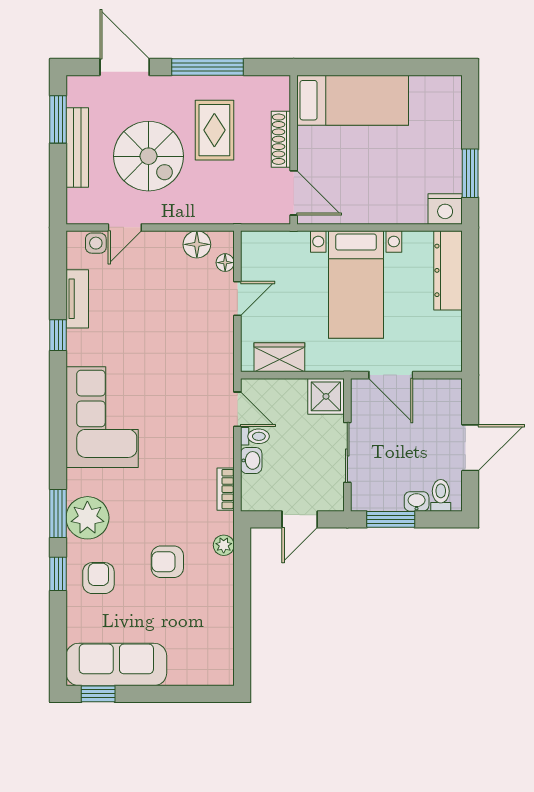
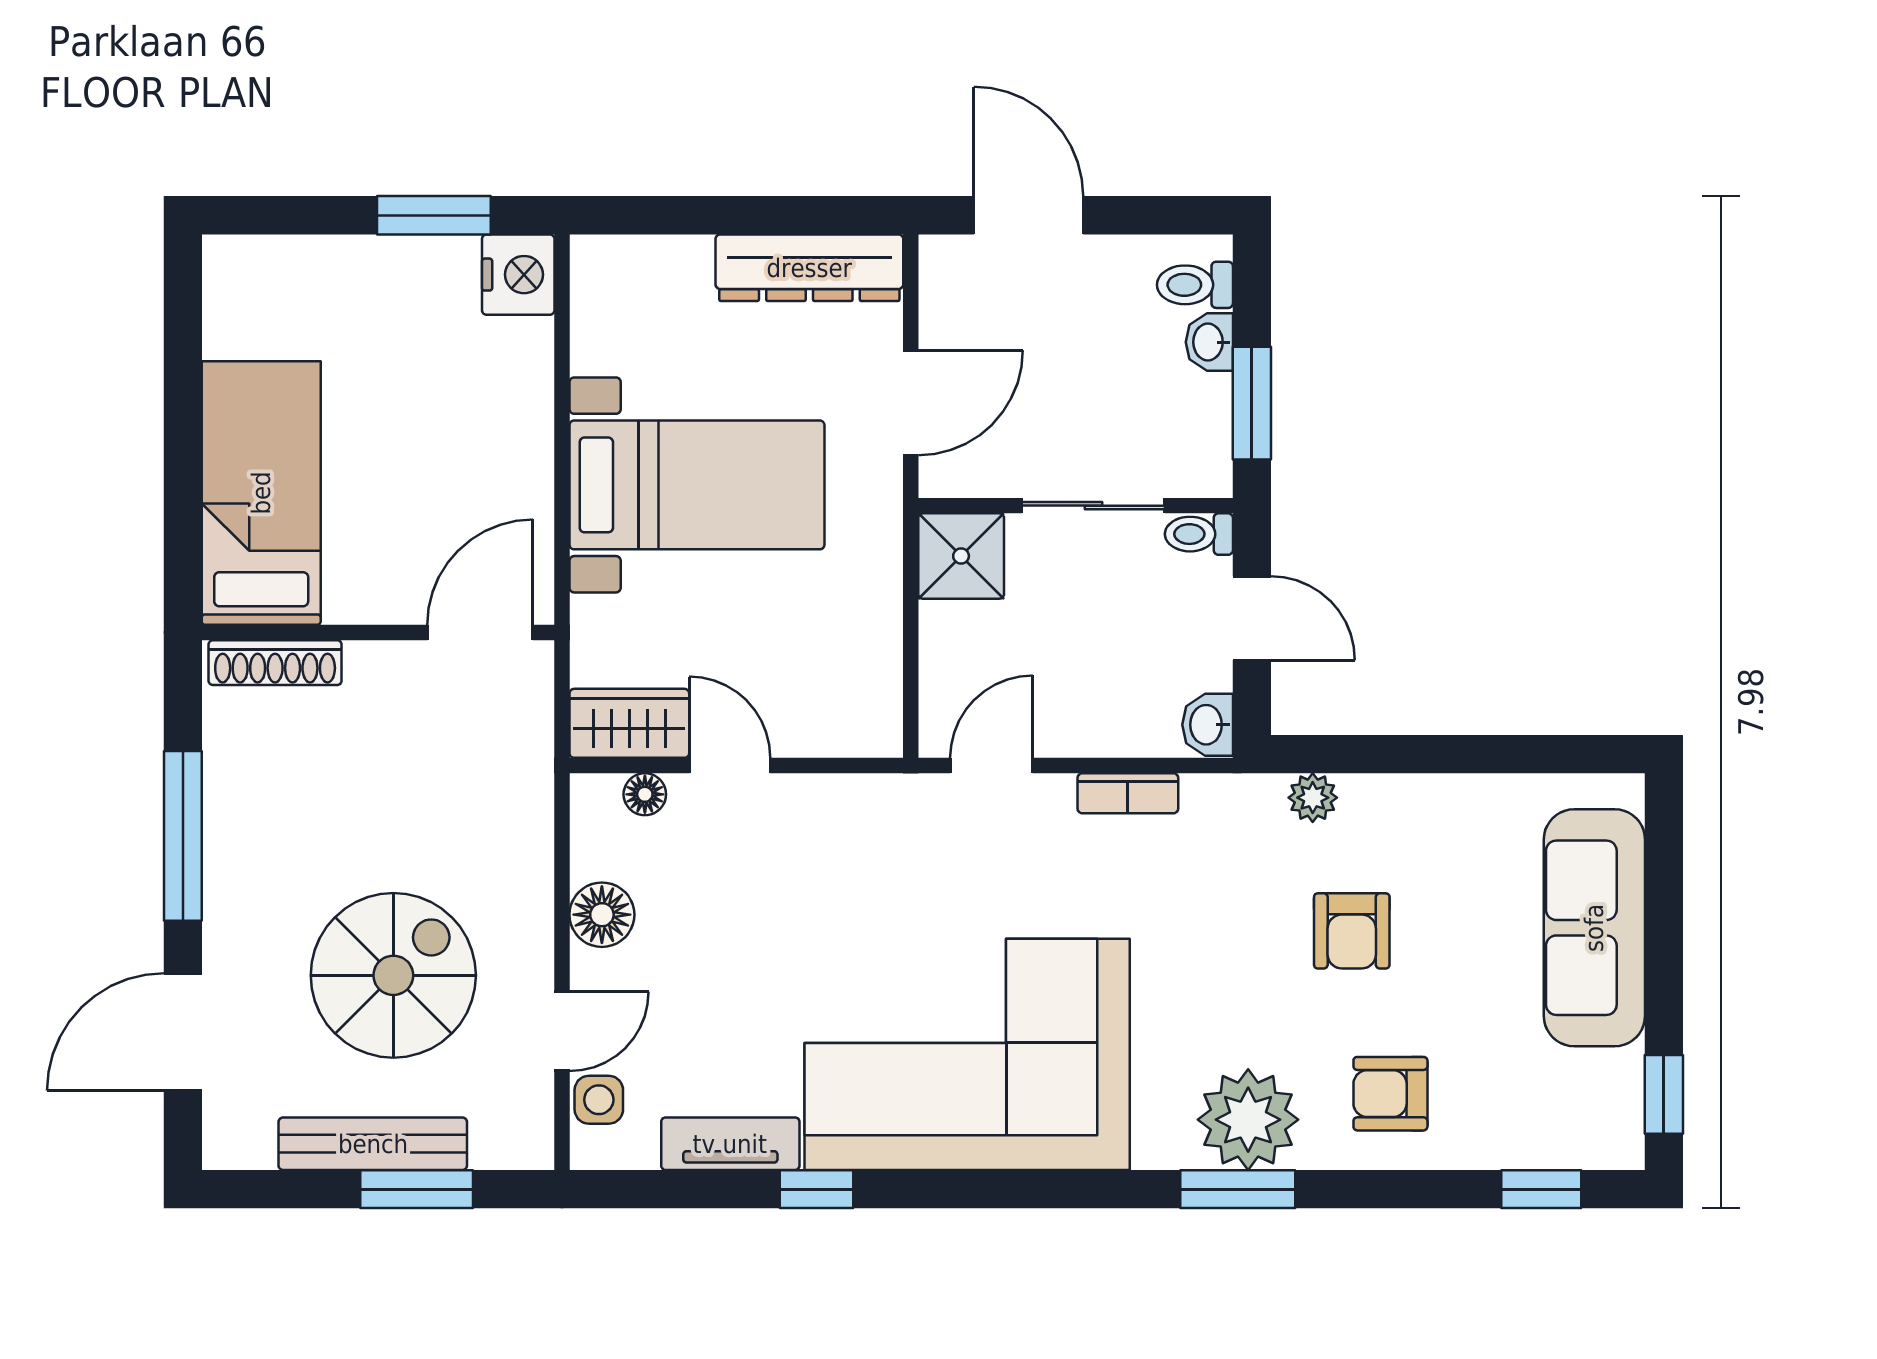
window: (58, 119) -> (417, 1189), moved
rug: (214, 130) -> (332, 820), removed
shoe rack: (281, 139) -> (275, 663), moved
door: (125, 227) -> (562, 1031), hinge flipped
floor lamp: (197, 244) -> (602, 915), moved
dresser: (448, 270) -> (809, 268), moved
wardrobe: (279, 357) -> (629, 723), moved, turned 90
corner sofa: (102, 417) -> (967, 1054), width x1.36, depth x1.36
toilet: (255, 436) -> (1199, 534), moved, turned -90
door: (470, 448) -> (1029, 215), moved
washbasin: (251, 460) -> (1208, 725), moved, turned -90
bookcase: (226, 489) -> (1128, 793), moved
window: (58, 574) -> (1541, 1189), moved
sofa: (116, 664) -> (1594, 928), moved

